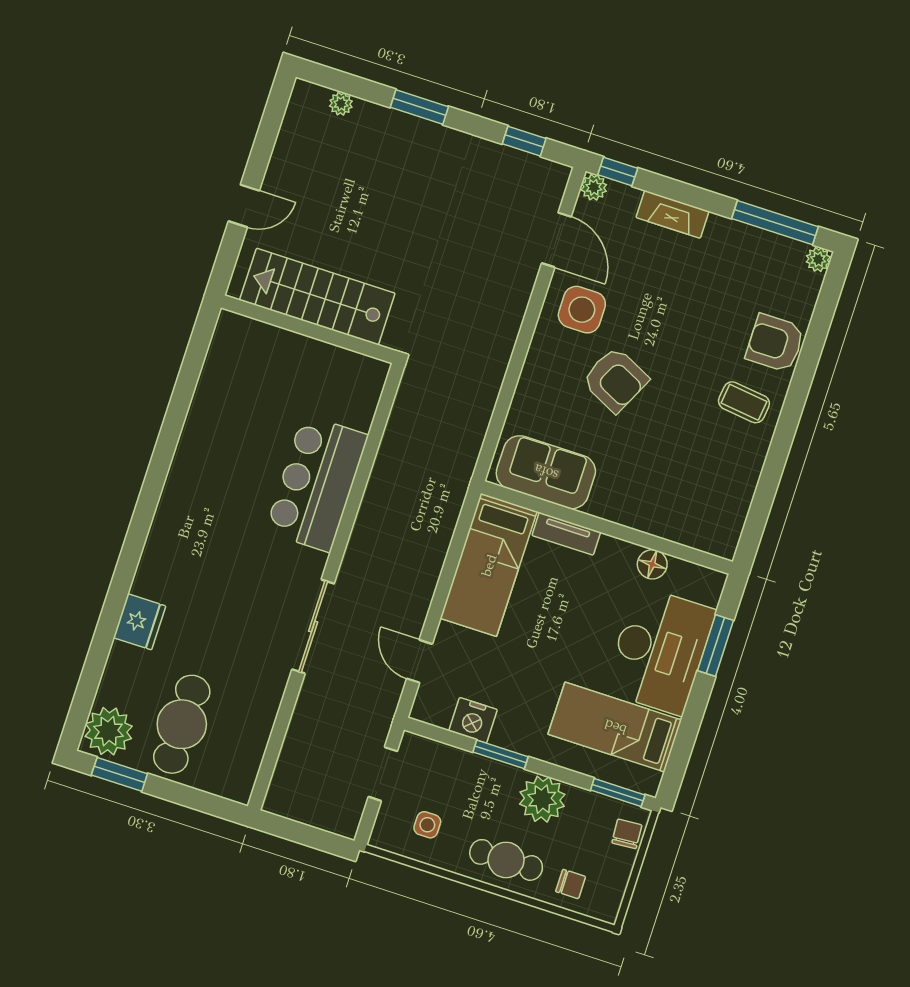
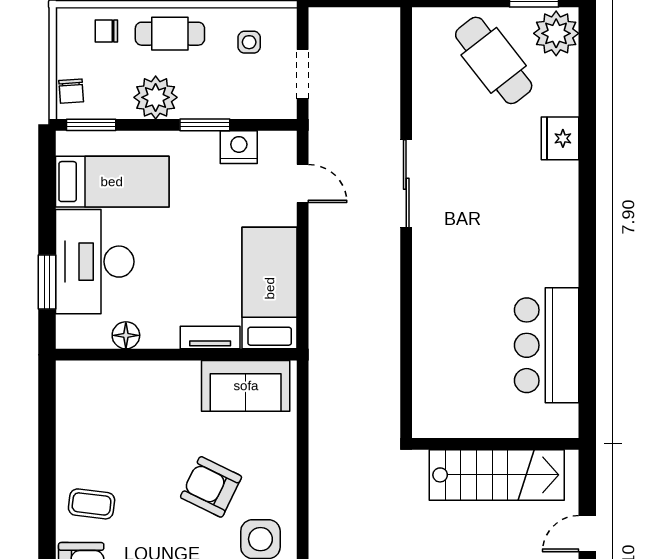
bar counter: (317, 483) -> (547, 345), moved, turned 180
cafe table: (182, 724) -> (494, 60), turned -38

